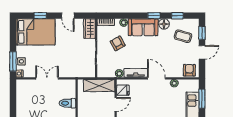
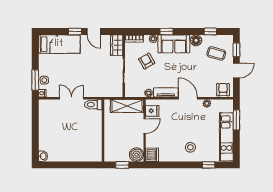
window: (40, 16) -> (75, 31), moved
window: (154, 16) -> (167, 31), moved
bed: (35, 32) -> (59, 44), width x0.67
toilet: (67, 103) -> (93, 105), moved

